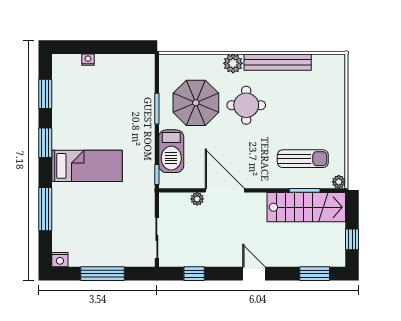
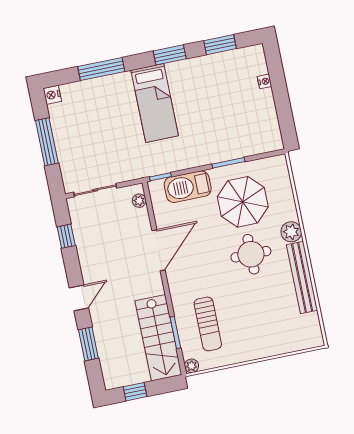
plant: (197, 199) -> (139, 201), moved
window: (315, 274) -> (88, 344), moved

